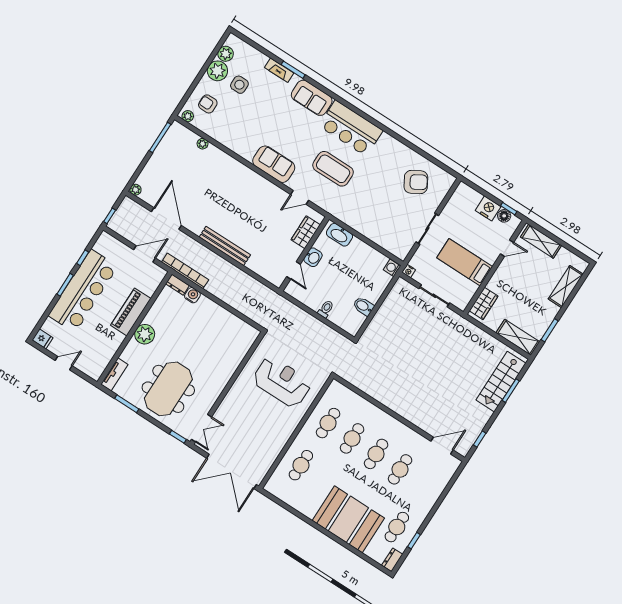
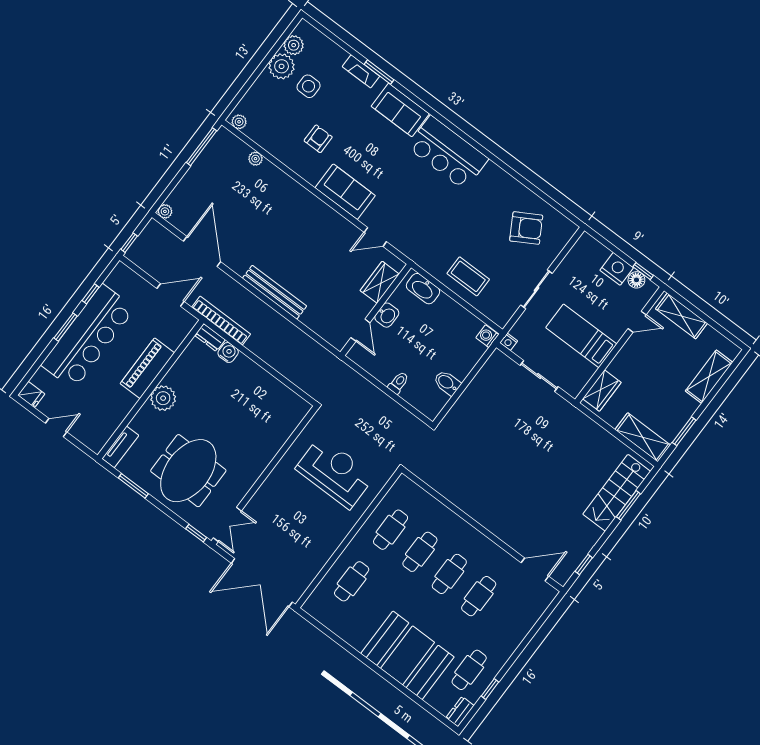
armchair: (208, 104) -> (318, 139), moved, turned 90
coffee table: (333, 169) -> (468, 276), moved, width x0.73, depth x0.76

